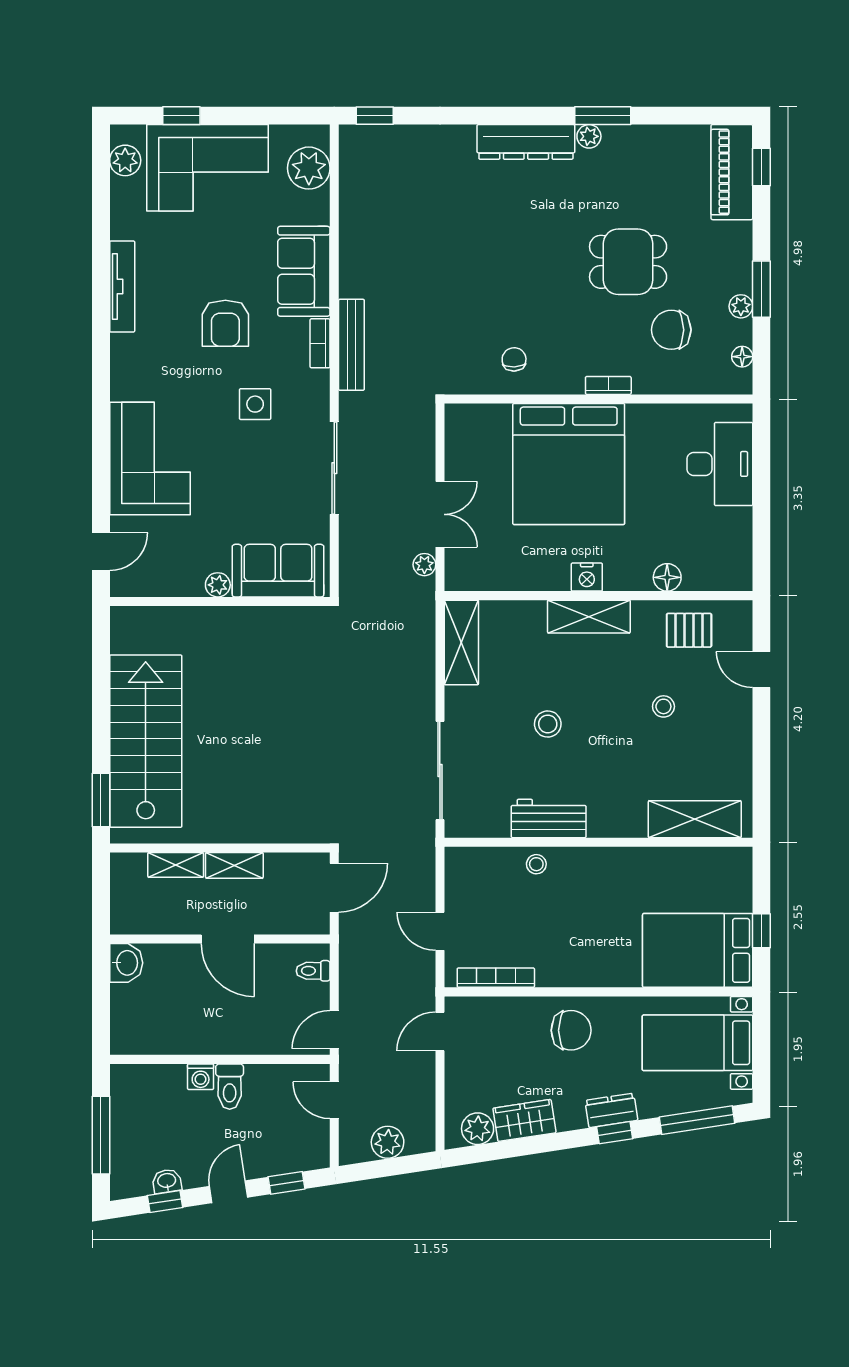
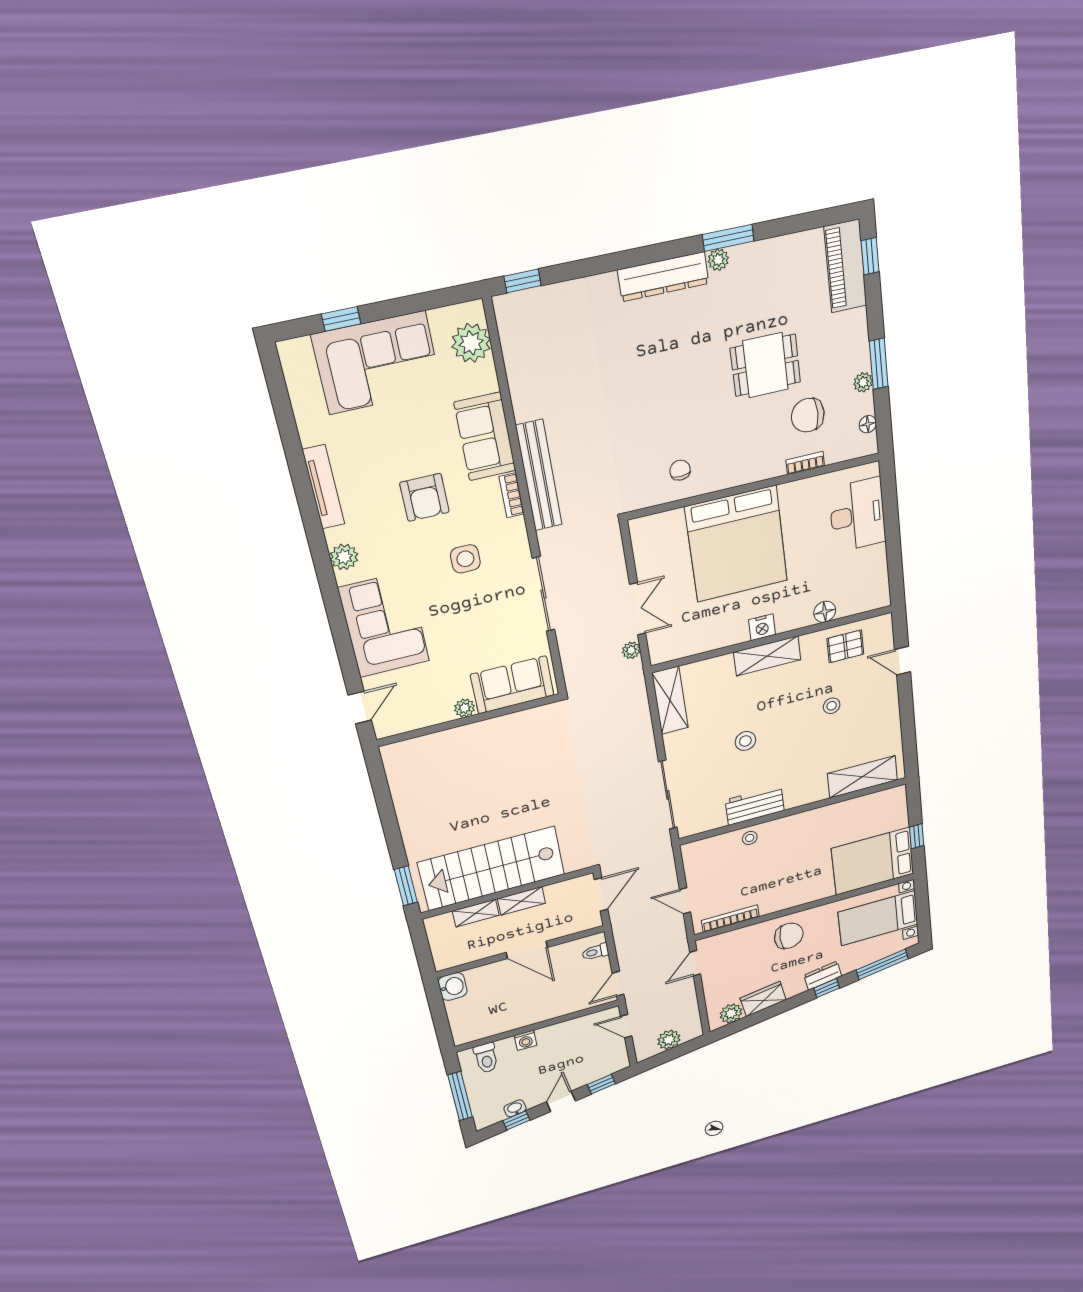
plant: (125, 160) -> (344, 557), moved
bench: (351, 345) -> (539, 475), width x1.37, depth x1.21
bookcase: (608, 385) -> (805, 463), moved
stairs: (146, 741) -> (492, 868), moved, turned -90
toilet: (230, 1087) -> (486, 1058), moved

